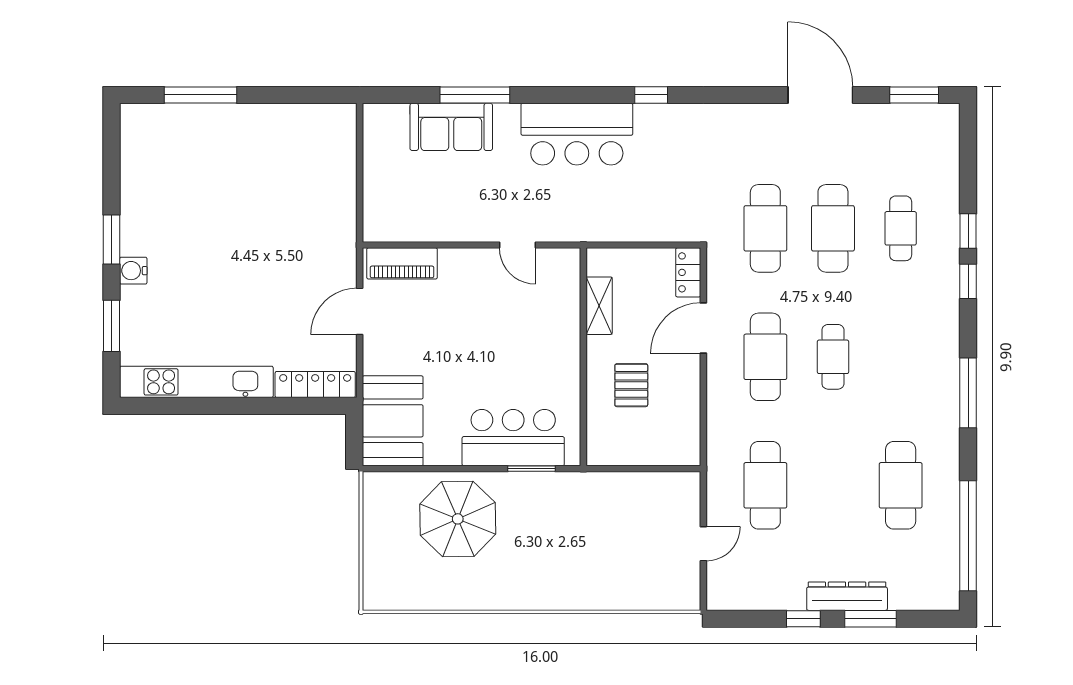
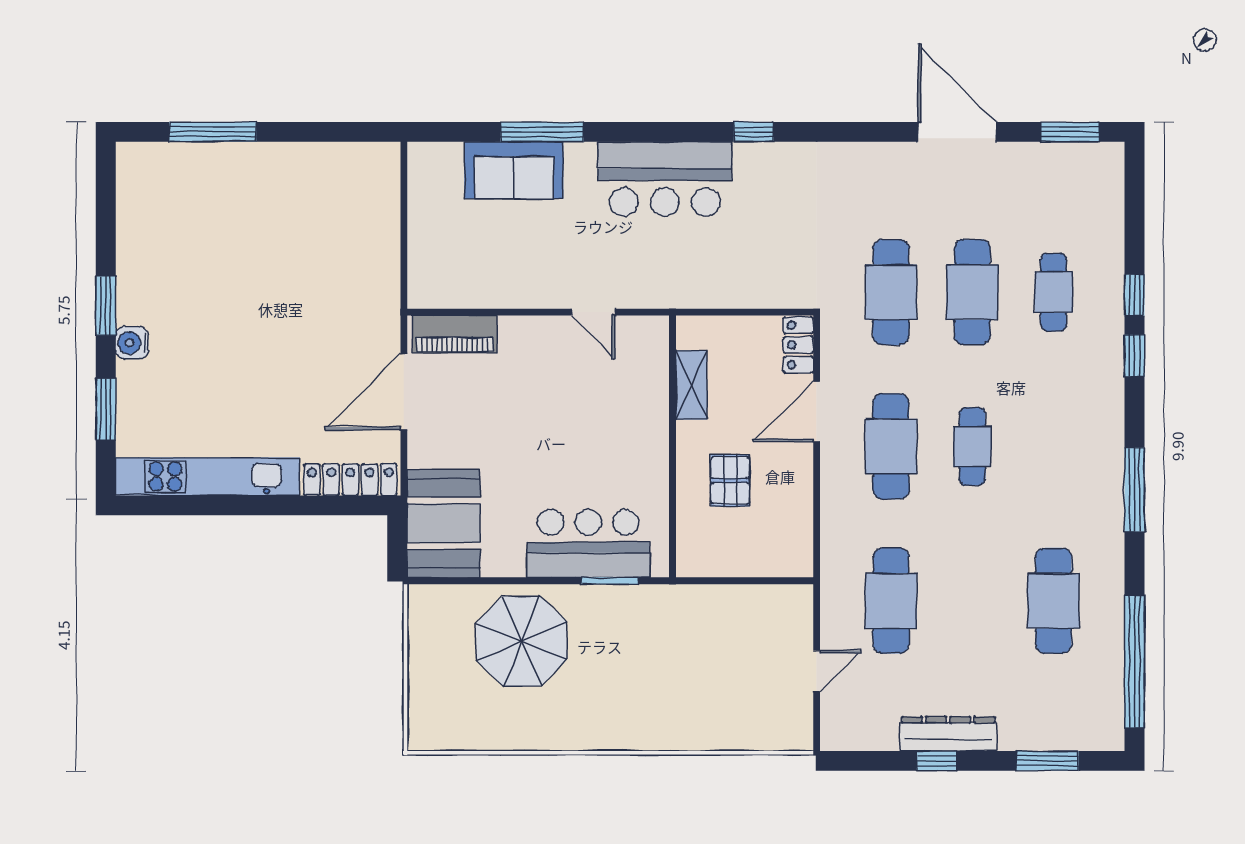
door: (360, 311) -> (404, 392), width x1.36
dresser: (847, 596) -> (948, 734), moved
window: (871, 619) -> (1047, 761), moved

